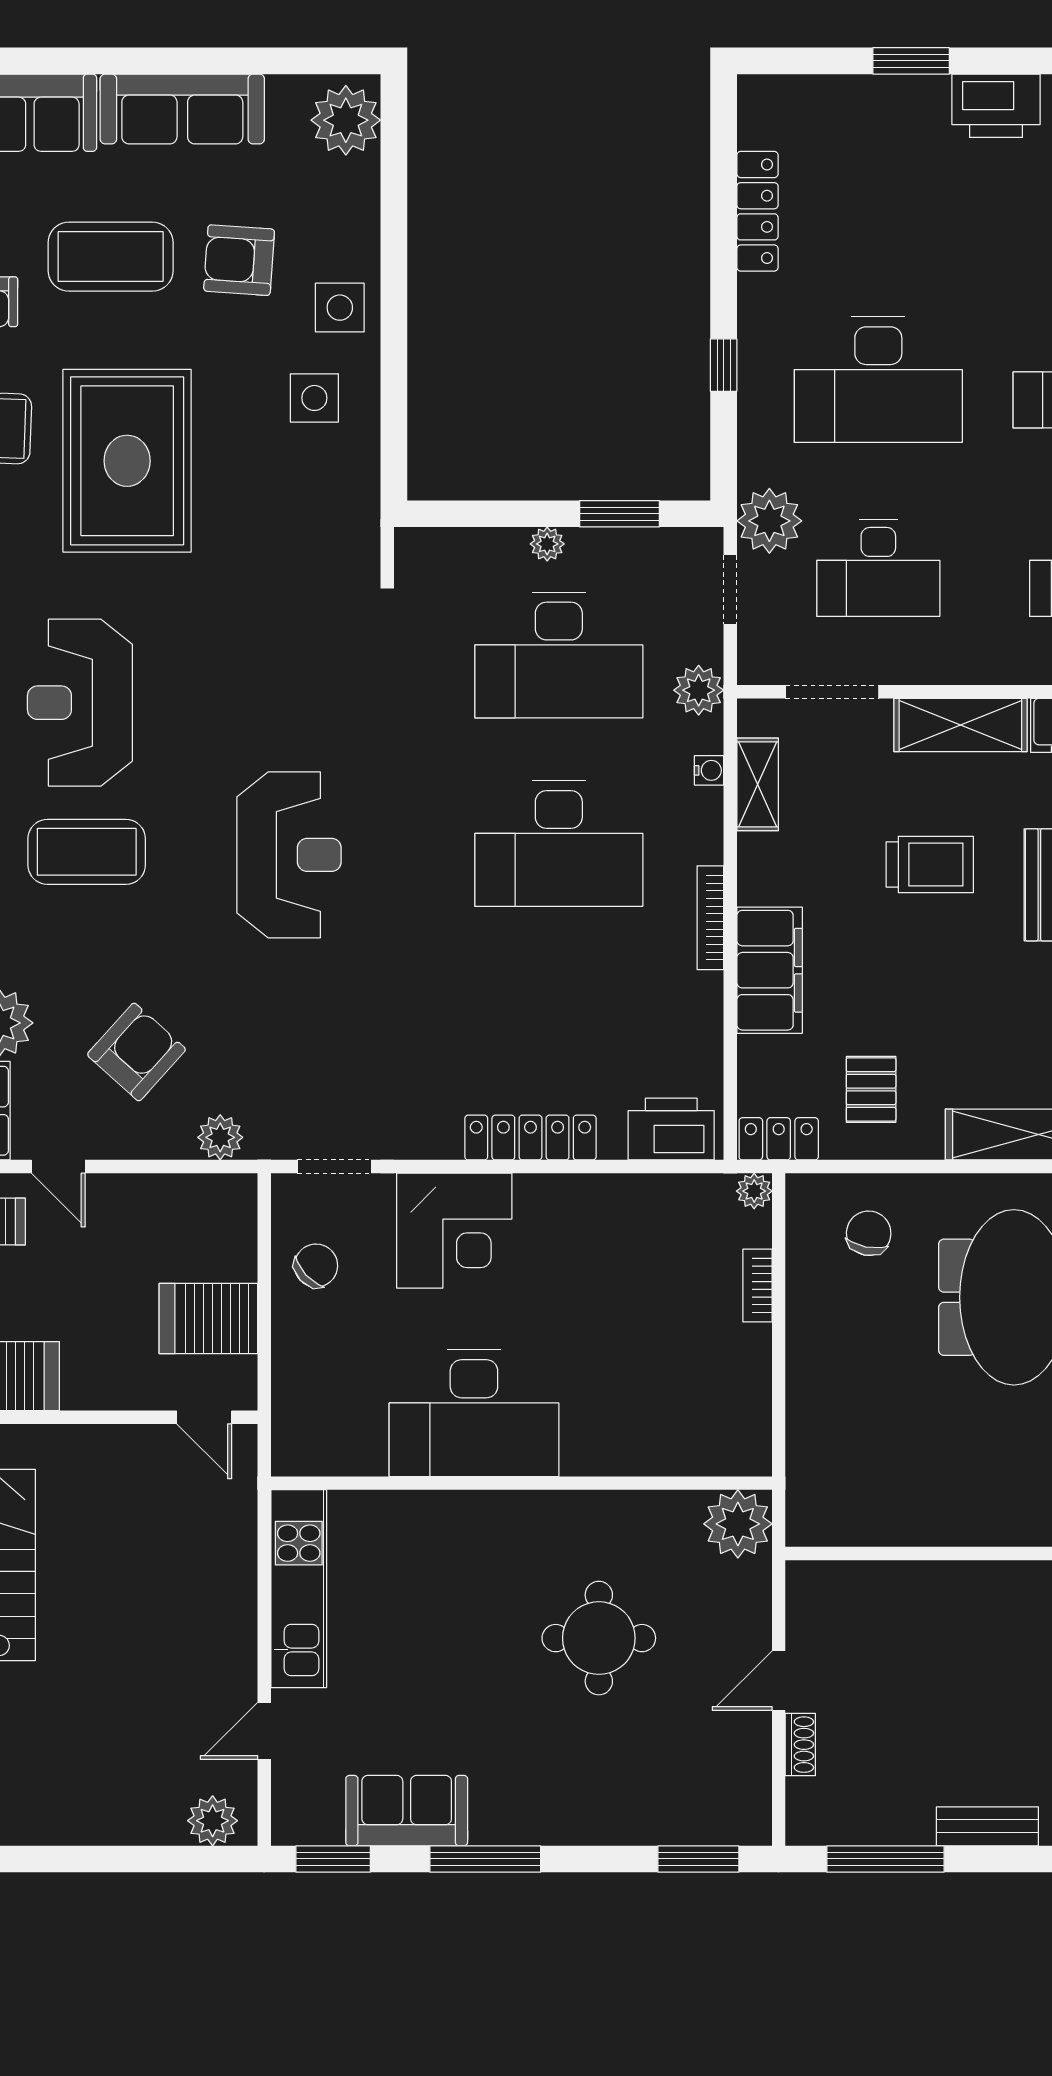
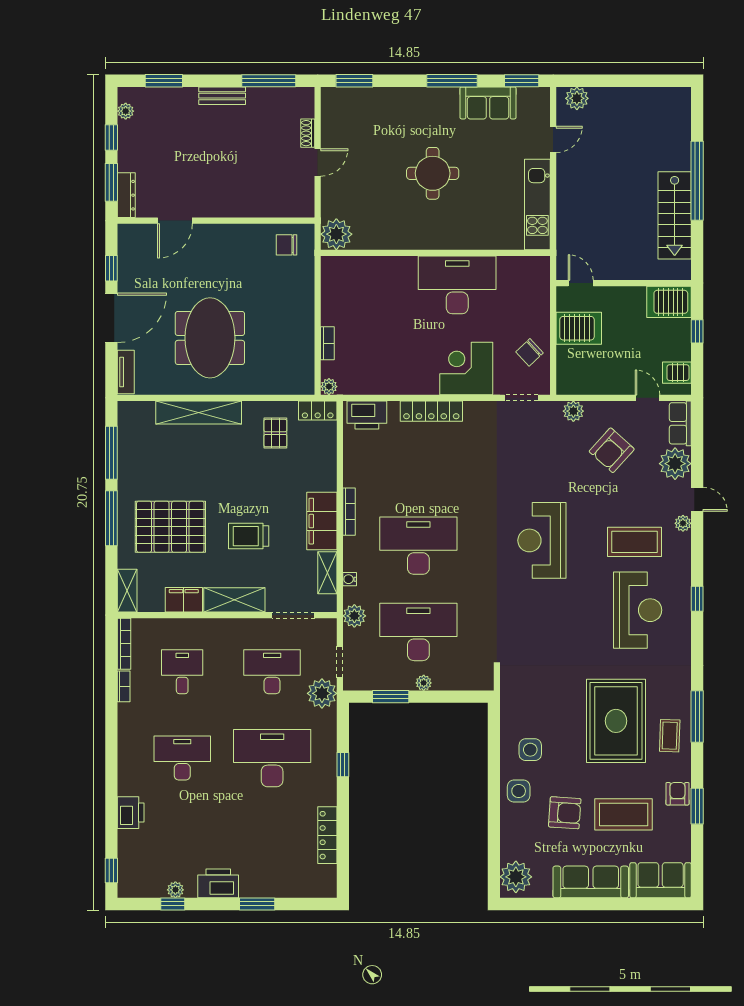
filing cabinet: (770, 970) -> (322, 521), moved
chair: (869, 1233) -> (287, 245), moved, turned 79
round table: (599, 1638) -> (433, 173), moved

